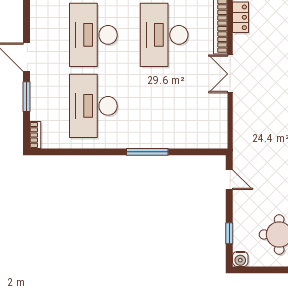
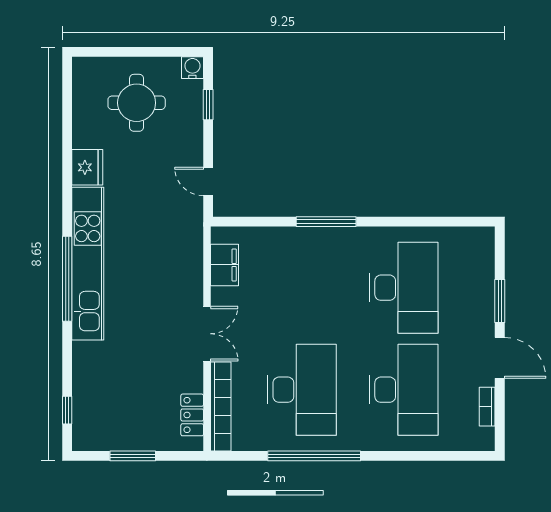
filing cabinet: (218, 122) -> (224, 265), added
bookcase: (35, 135) -> (487, 407), moved

